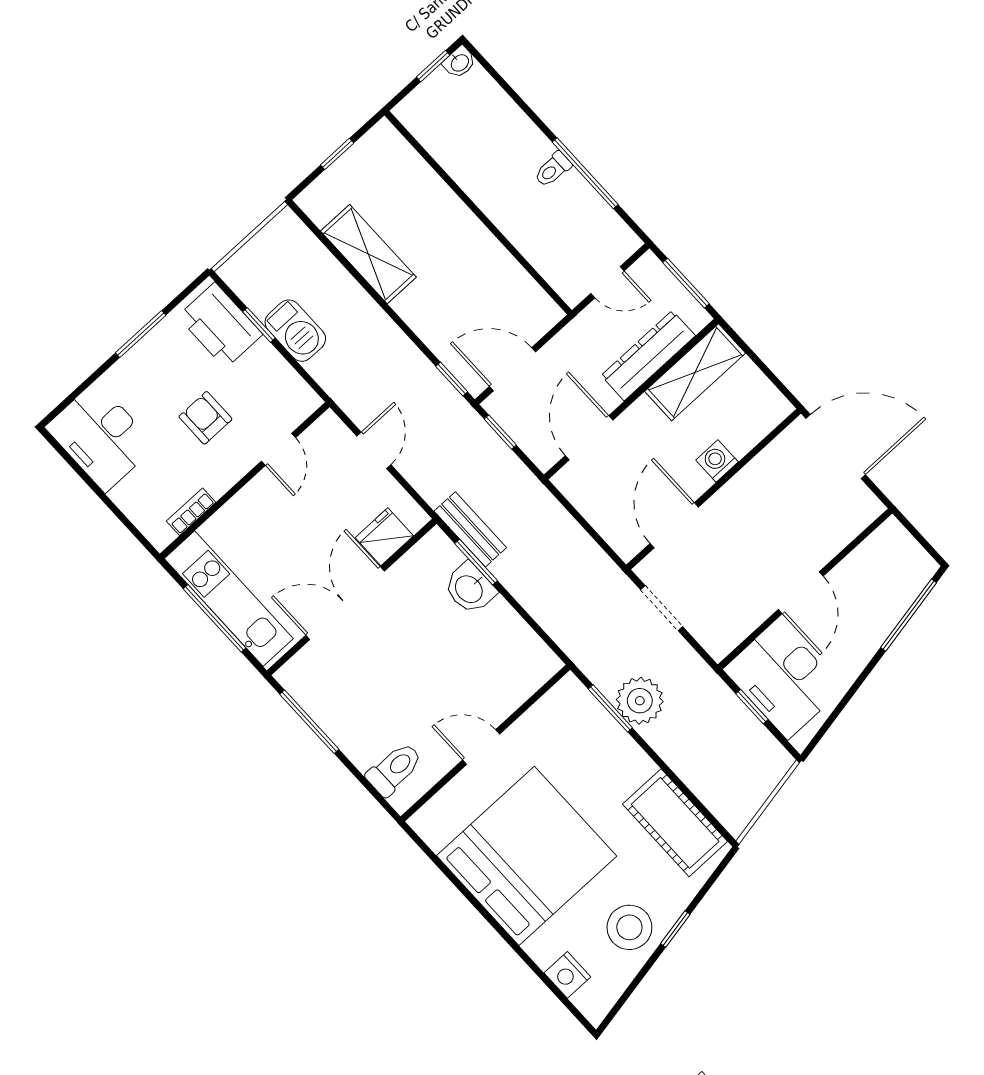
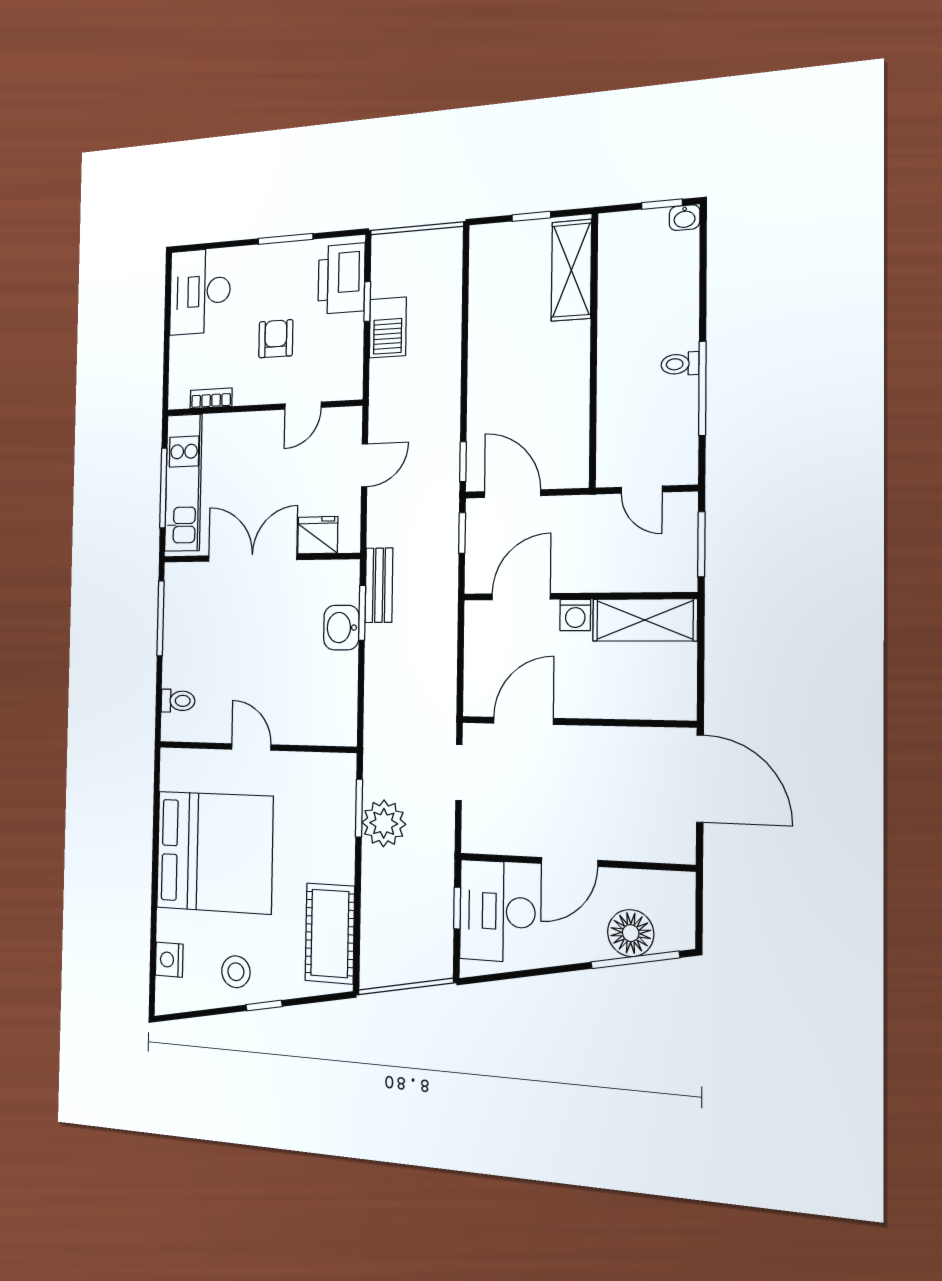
shelving: (368, 254) -> (571, 270), moved
dresser: (648, 356) -> (621, 575), removed
washing machine: (717, 461) -> (575, 615), moved, turned 180
floor lamp: (888, 600) -> (631, 933), added
toilet: (394, 769) -> (178, 701), width x0.73, depth x0.72
stool: (629, 927) -> (236, 972), width x0.73, depth x0.73

